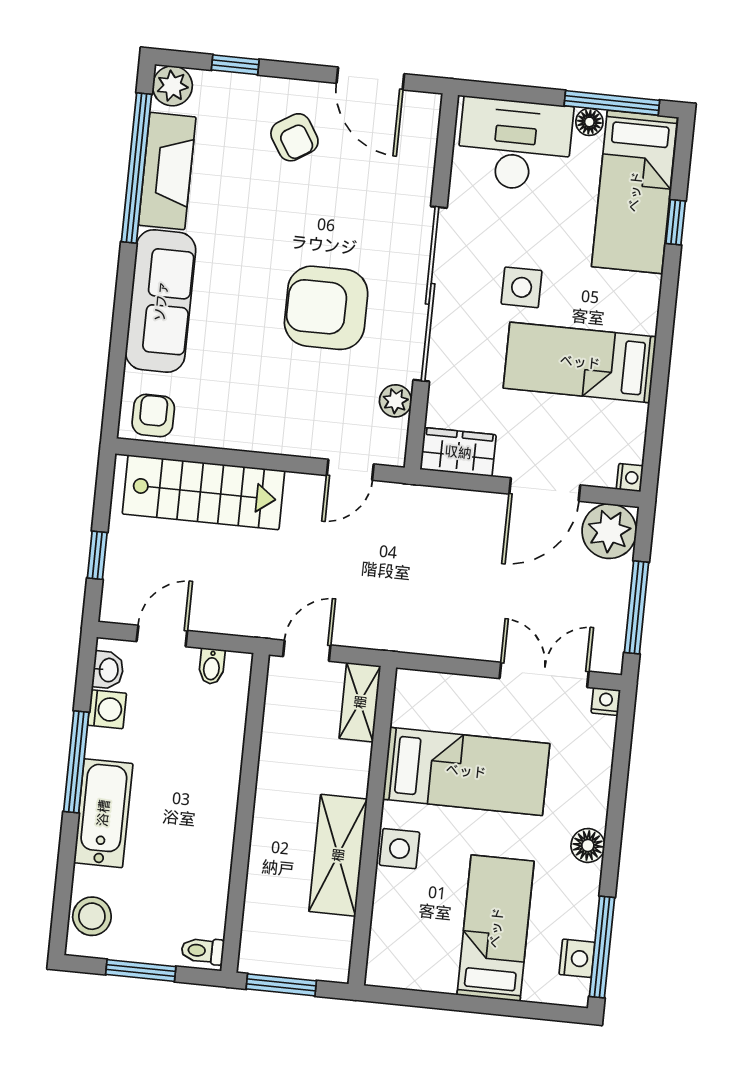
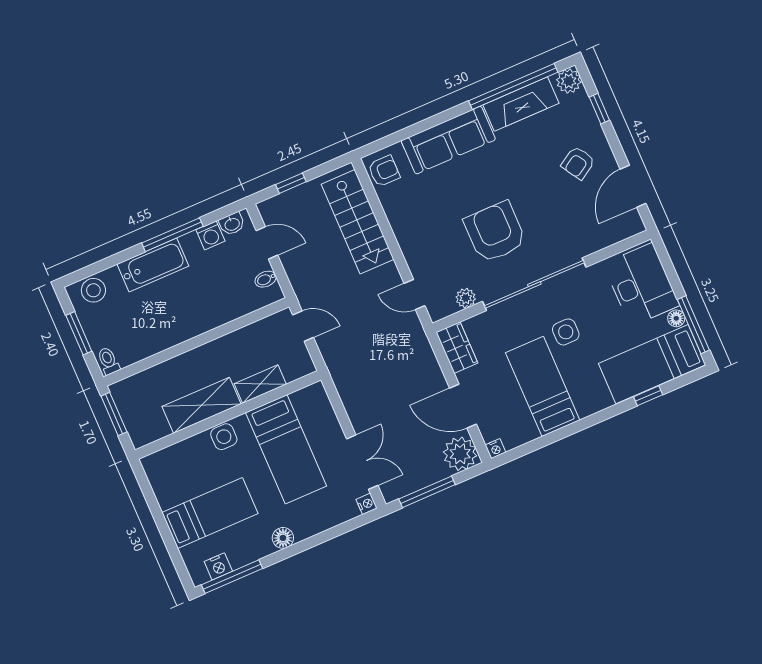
shelving: (360, 702) -> (260, 384), moved

